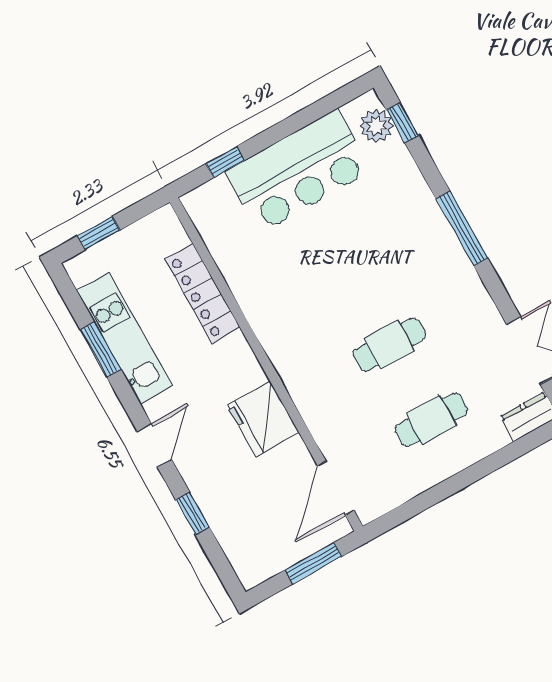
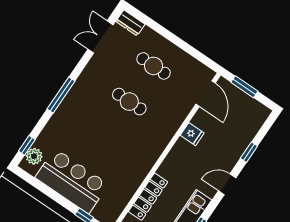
fridge: (263, 419) -> (192, 134), width x0.53, depth x0.75
door: (336, 488) -> (206, 94), hinge flipped

